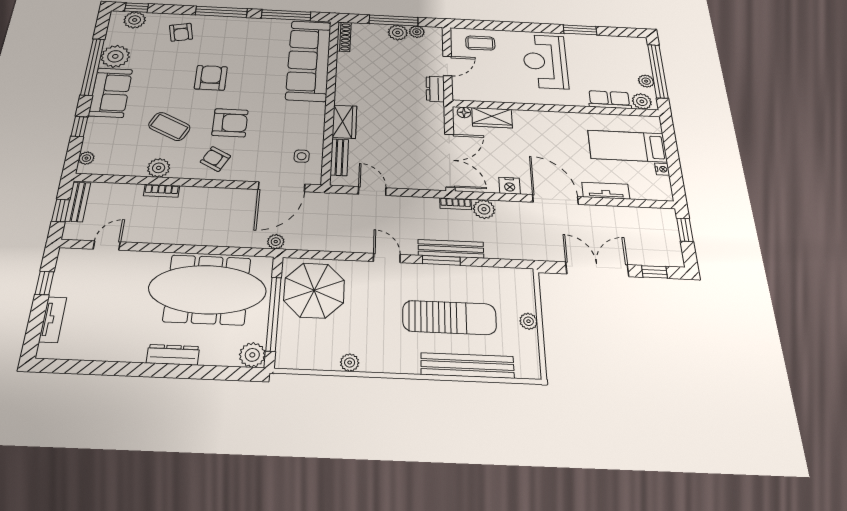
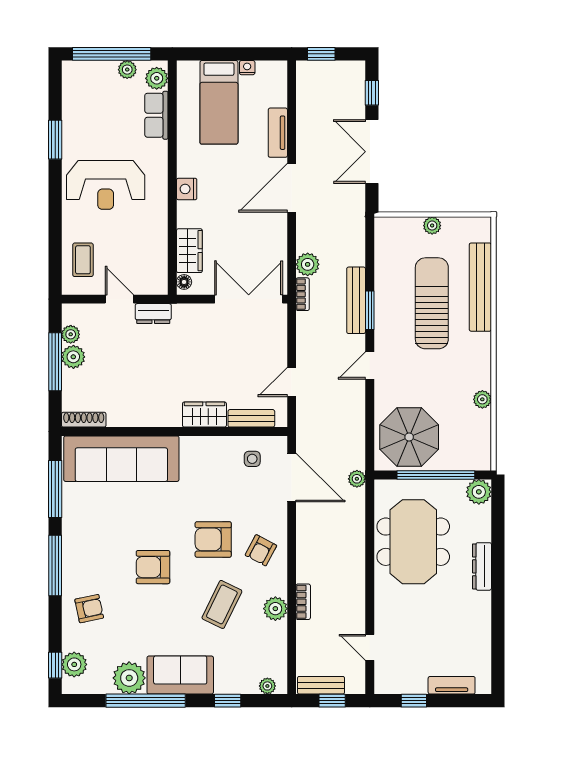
armchair: (230, 123) -> (213, 539), turned -90
nightstand: (510, 186) -> (187, 189), moved, turned 180
meeting table: (207, 290) -> (413, 542), width x0.73

